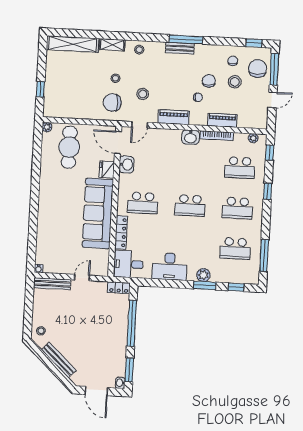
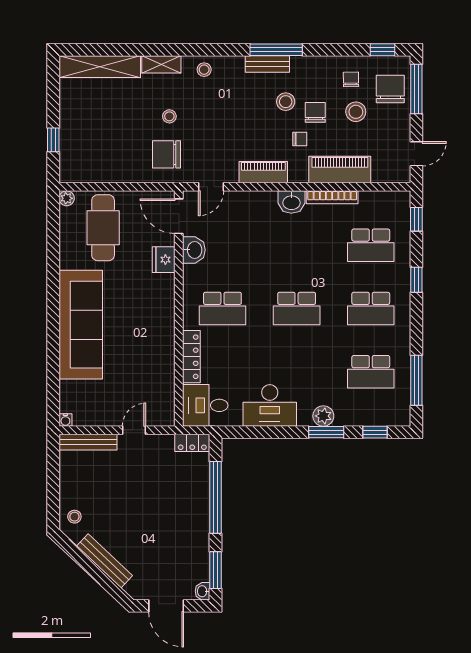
stool: (143, 94) -> (286, 102), moved
door: (273, 100) -> (416, 154), moved
piano: (222, 120) -> (340, 170), width x1.37, depth x1.33
plant: (253, 138) -> (389, 198), removed
sofa: (98, 213) -> (81, 325), moved, turned 180

